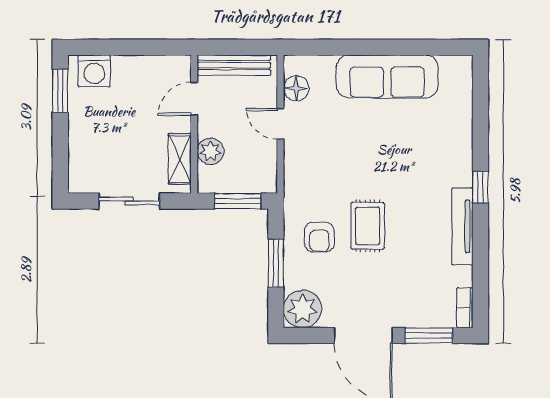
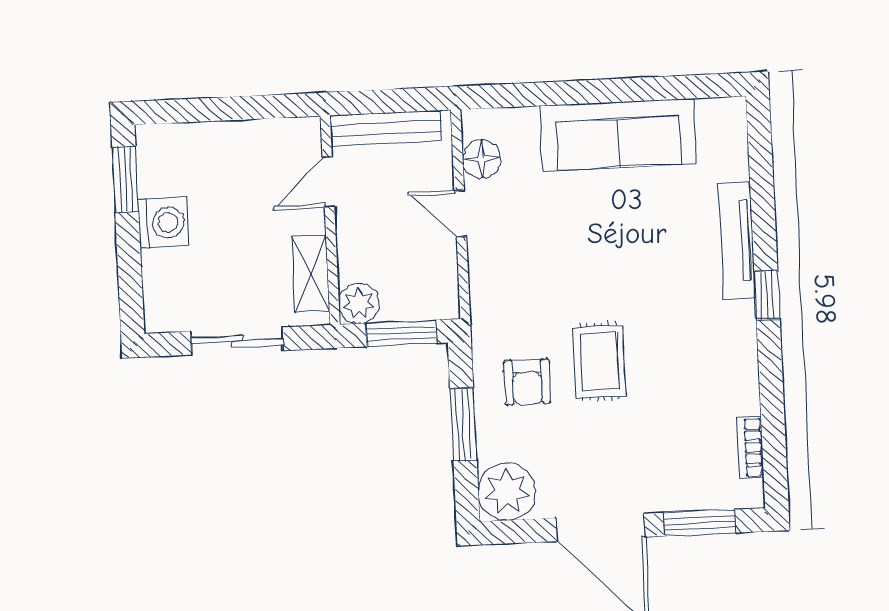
washing machine: (94, 71) -> (163, 223), moved, turned -90
plant: (211, 151) -> (359, 304), moved
tv unit: (462, 226) -> (737, 240), moved
bookcase: (465, 308) -> (750, 447), moved

